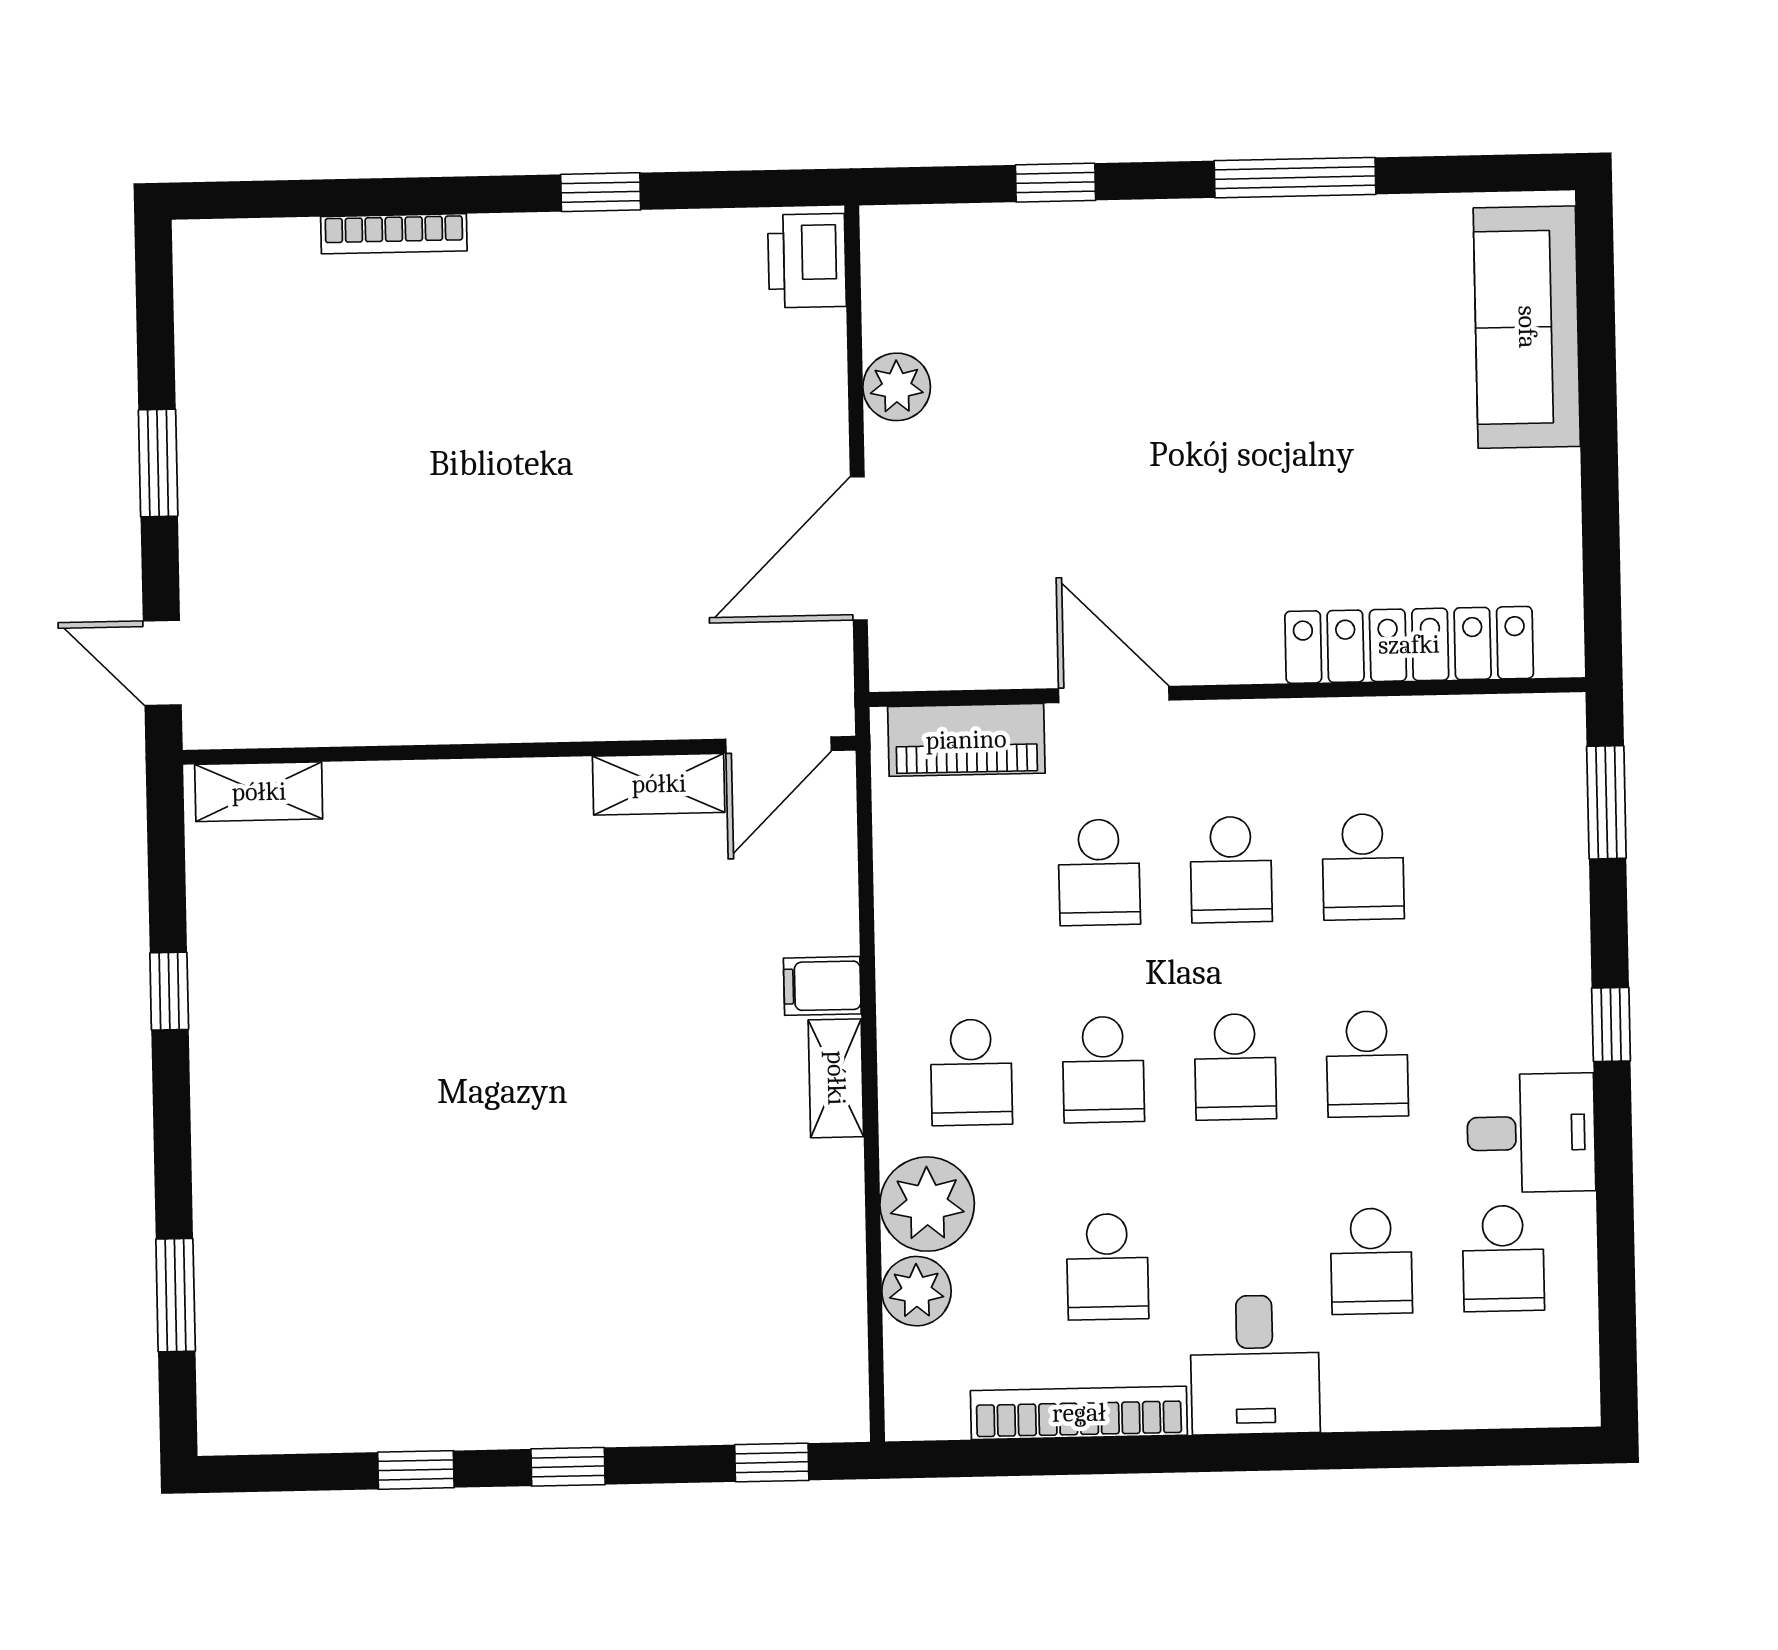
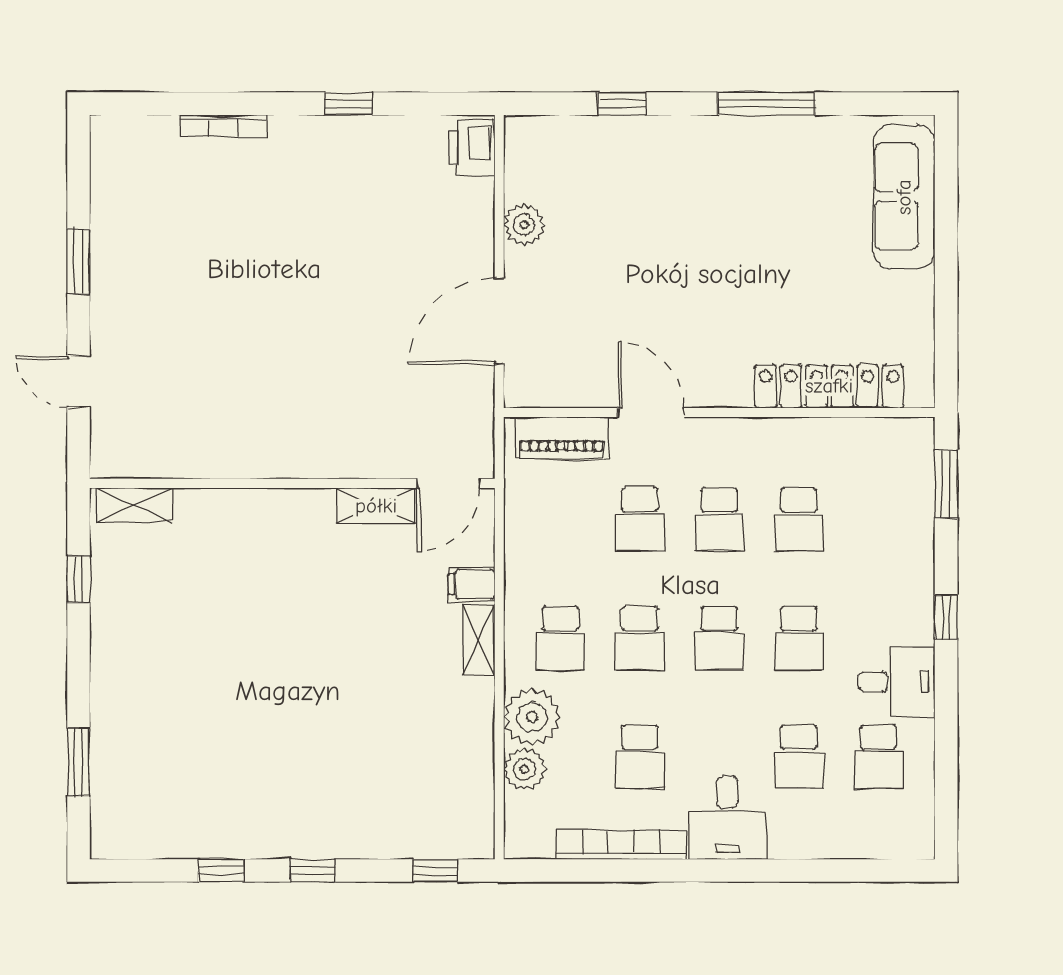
door: (778, 745) -> (448, 483), moved
wall: (519, 750) -> (292, 483), moved
shelving: (659, 784) -> (376, 506), moved
shelving: (259, 792) -> (135, 505), moved

